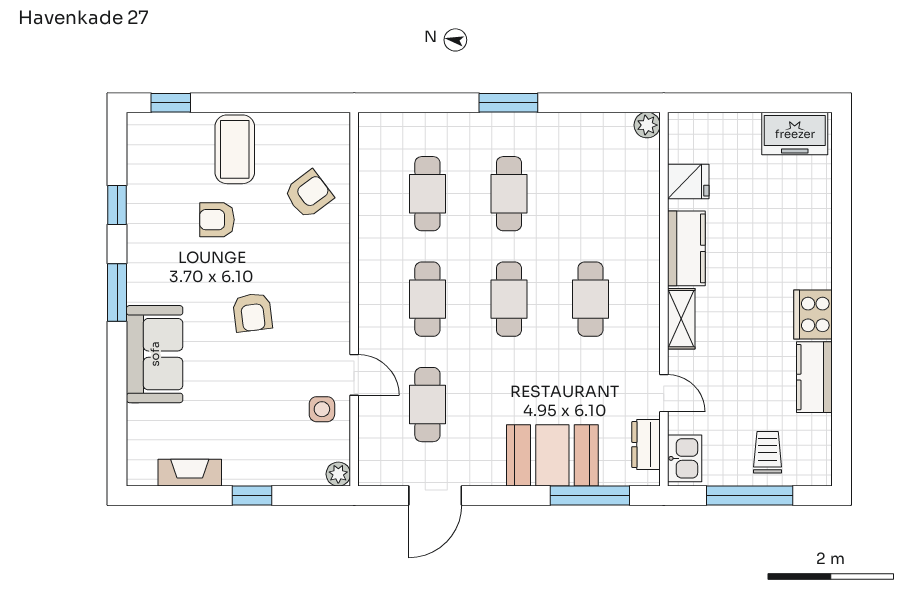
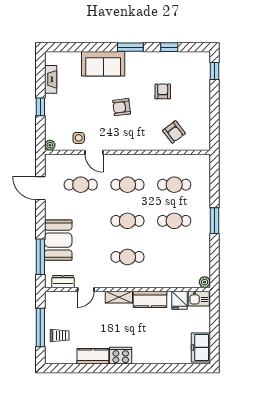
coffee table: (235, 149) -> (194, 99), removed
door: (354, 375) -> (94, 152), hinge flipped
kitchen sink: (685, 458) -> (199, 299), moved

